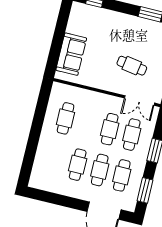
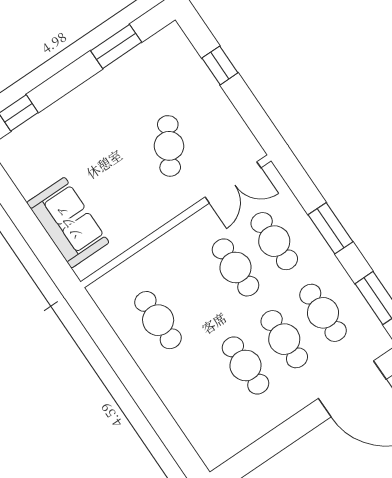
cafe table: (132, 66) -> (169, 146), turned -68

